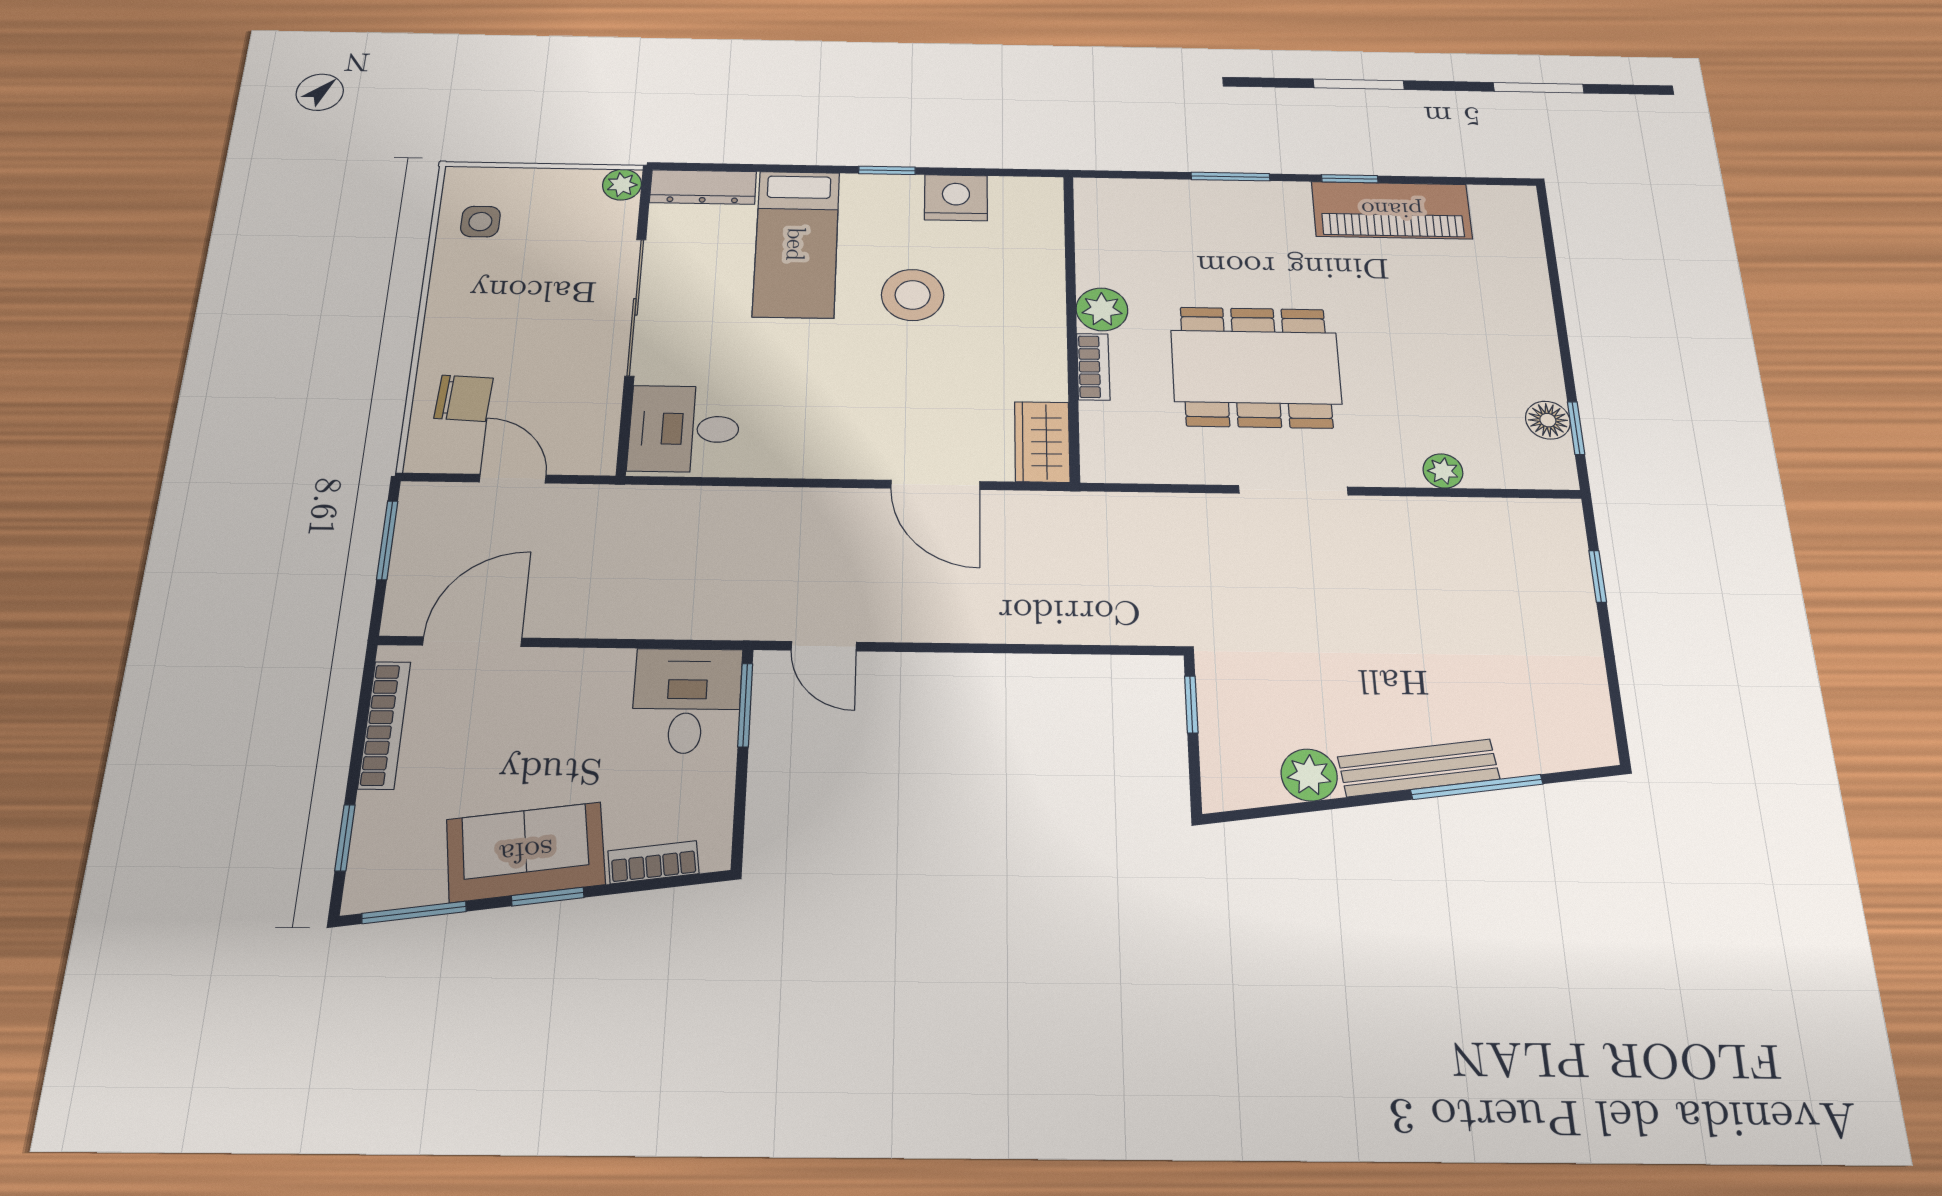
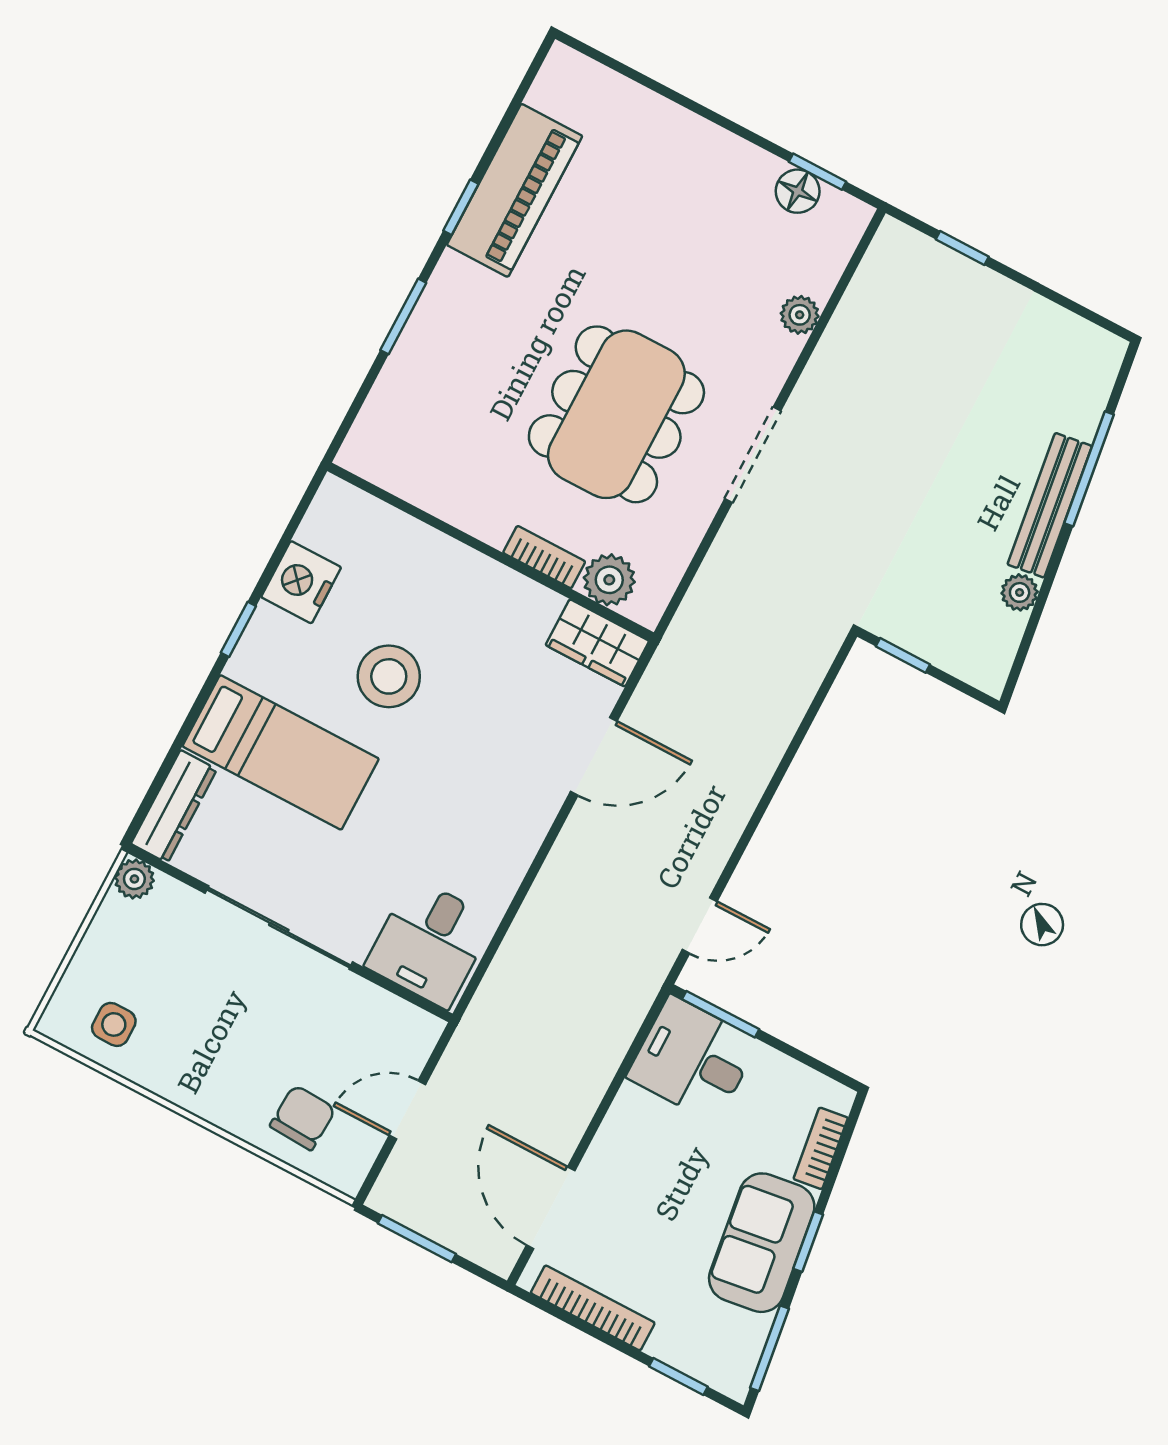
plant: (1102, 309) -> (609, 580), moved
plant: (1309, 775) -> (1020, 592), width x0.73, depth x0.73

